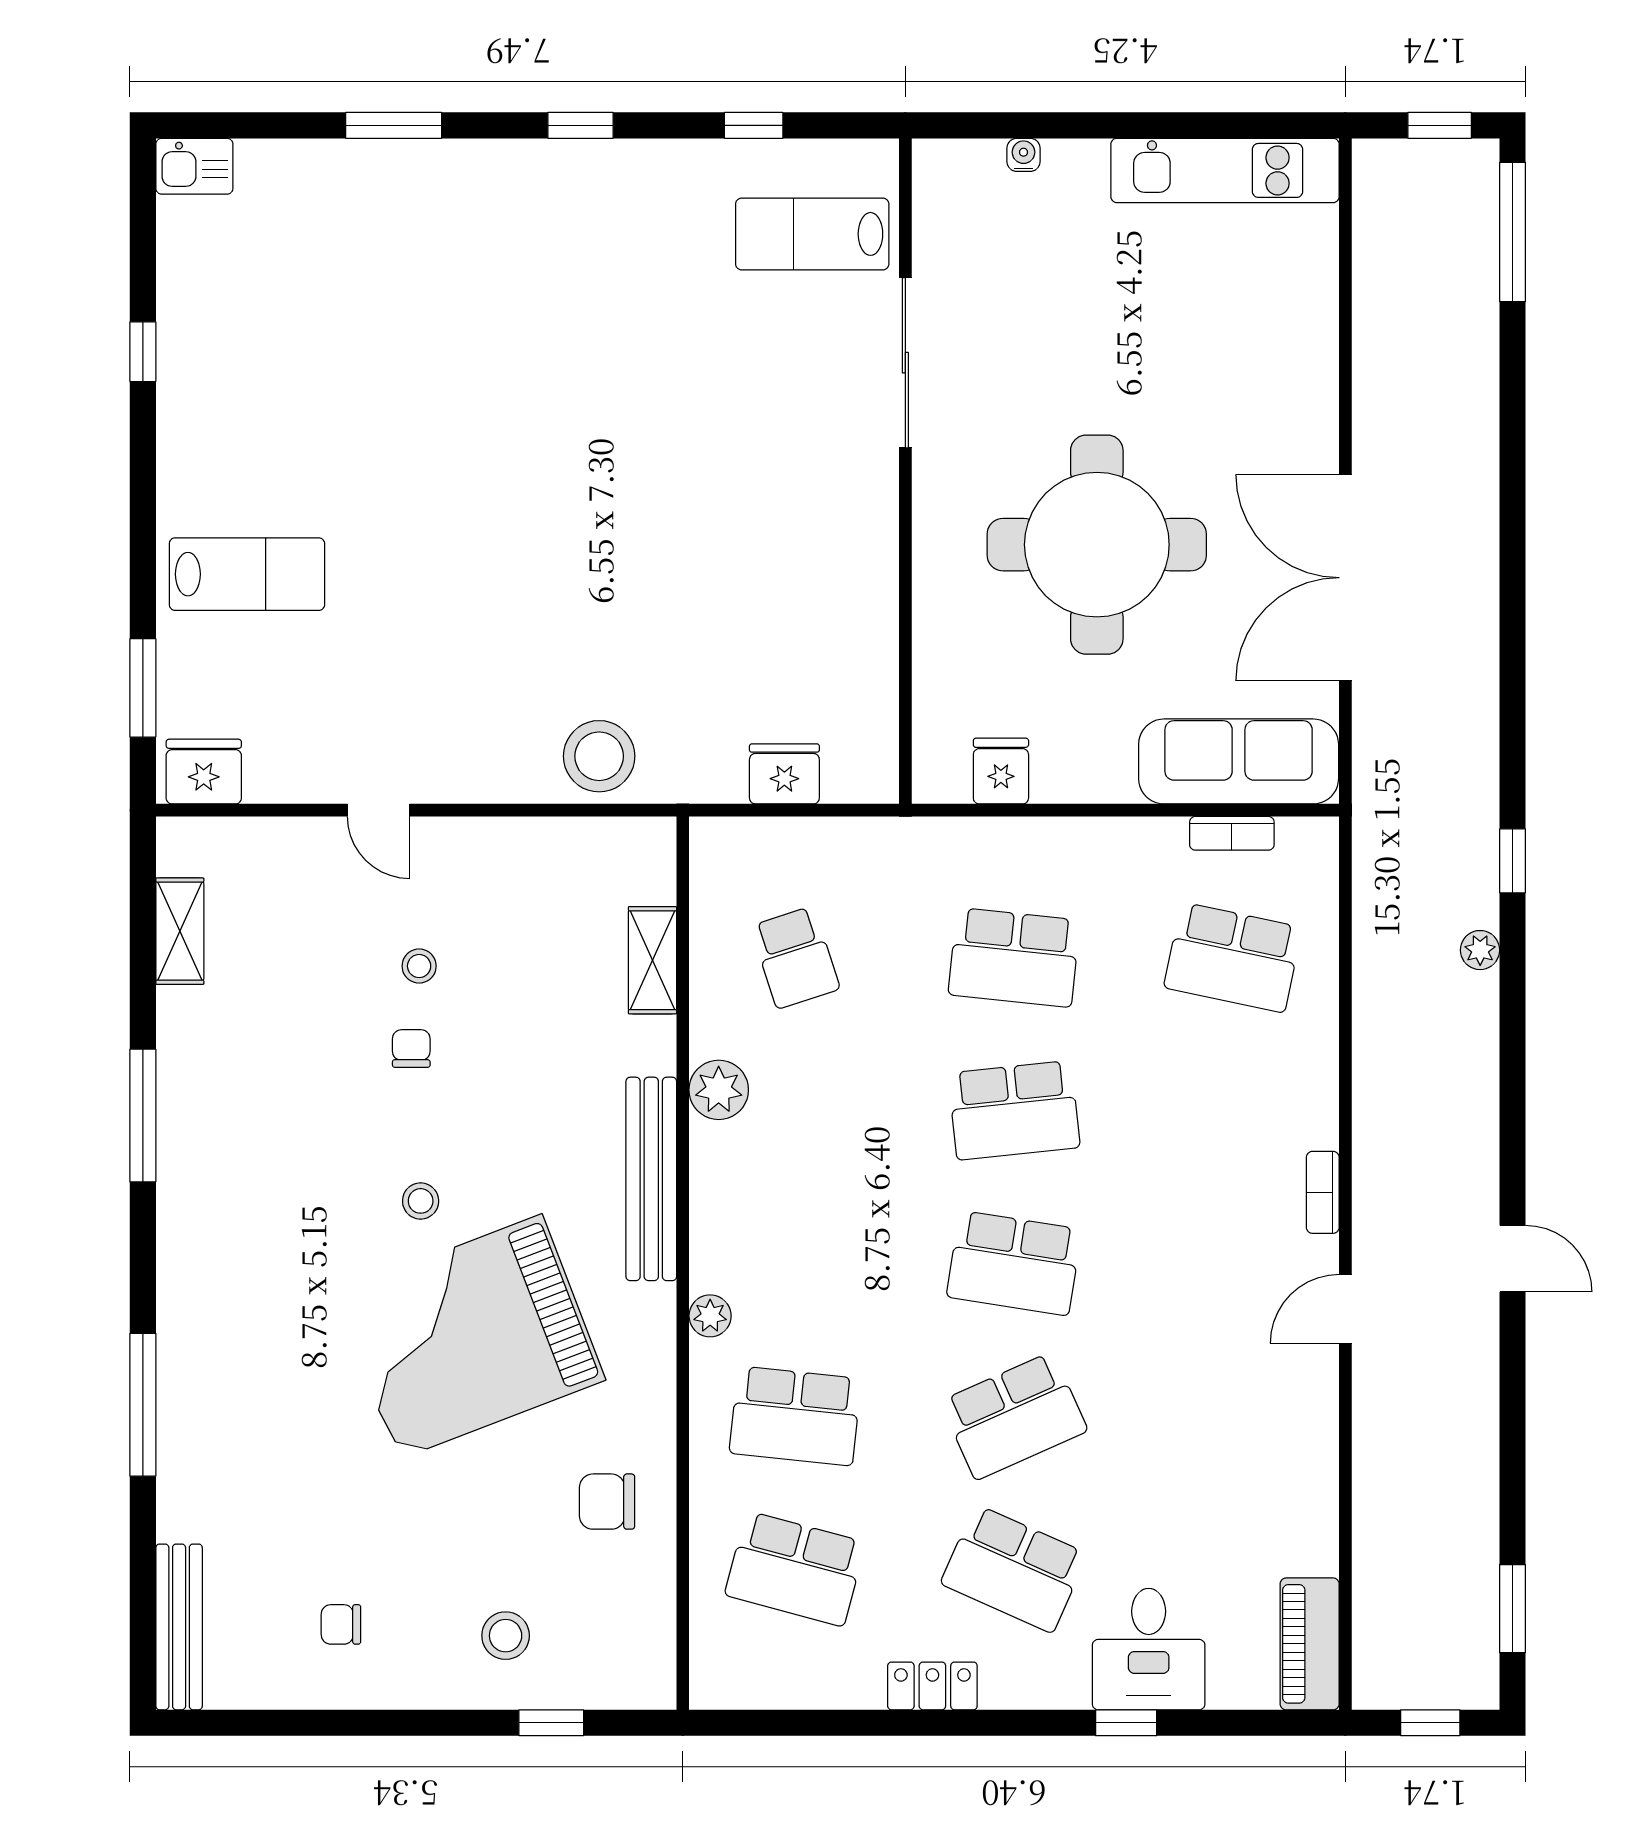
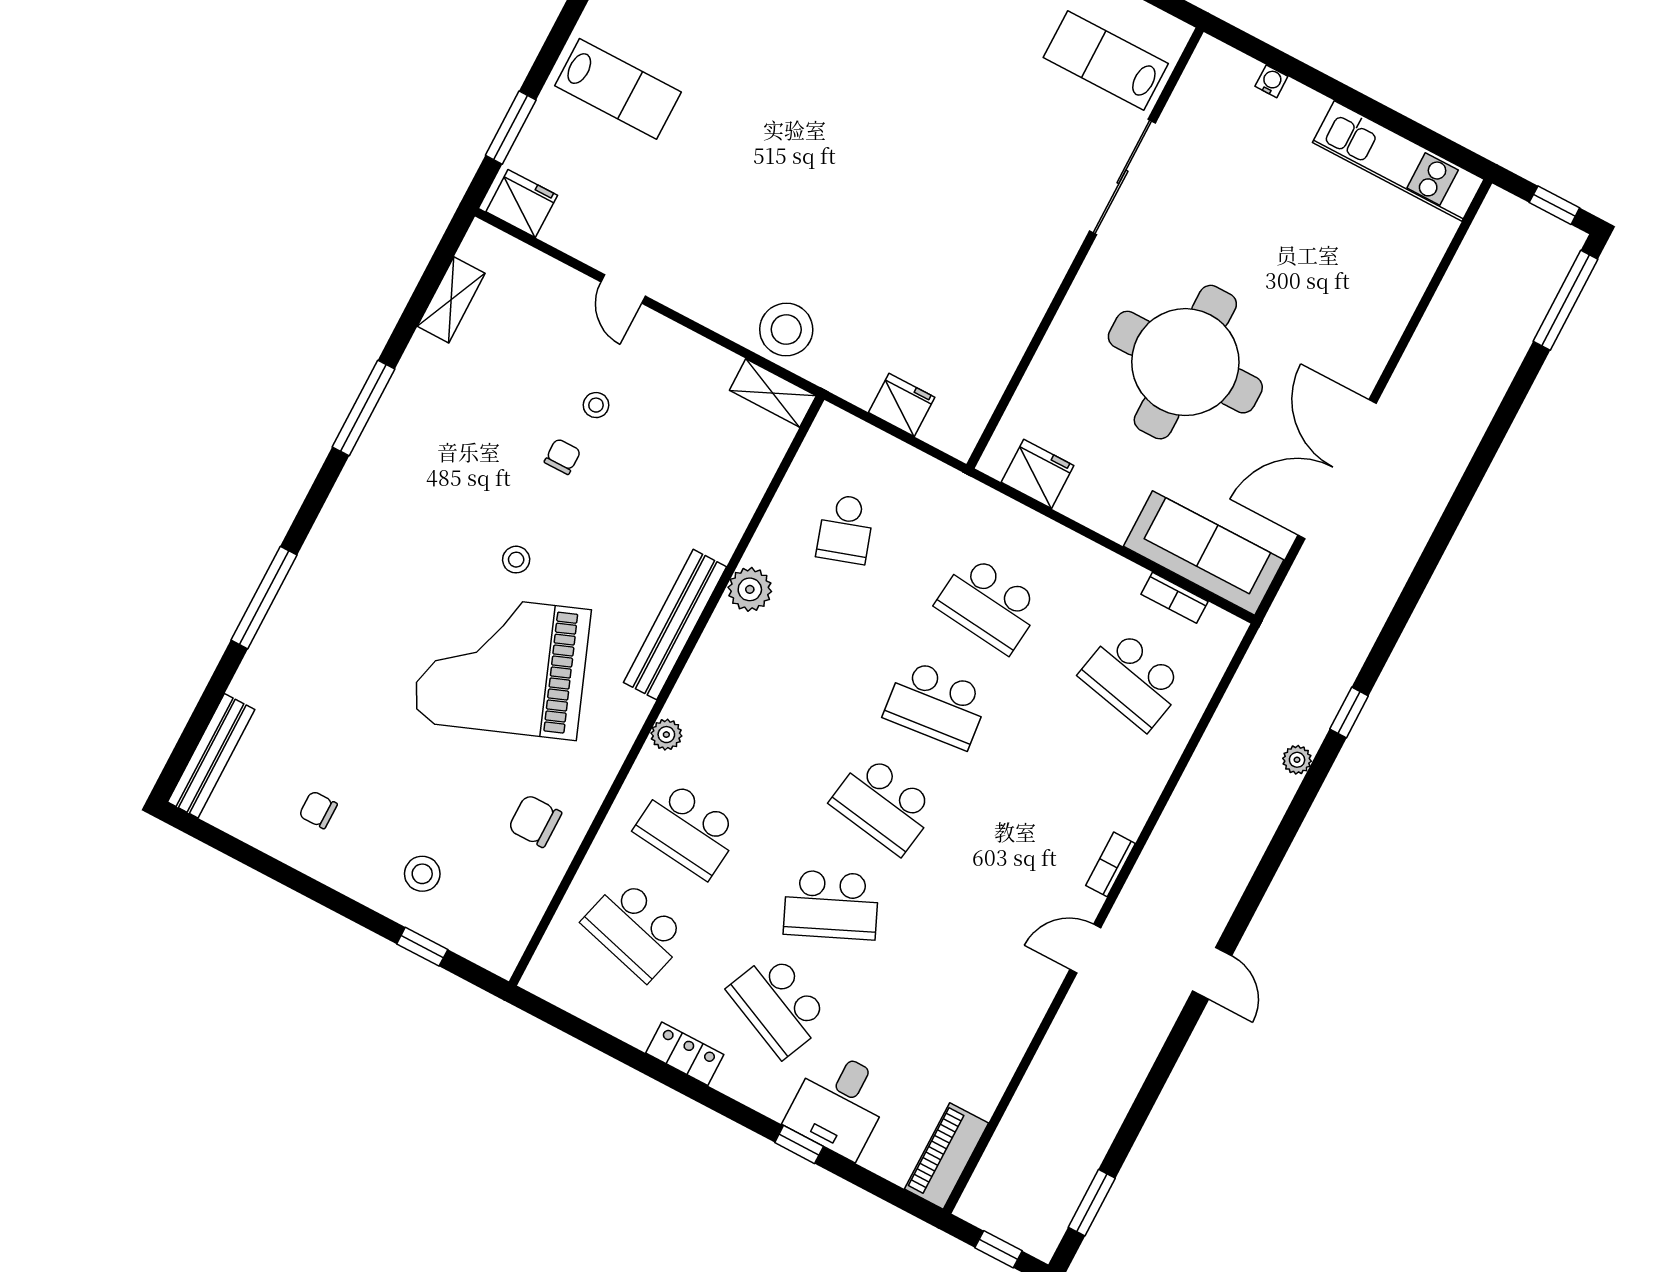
fridge: (1001, 771) -> (1038, 474), width x1.38
shelving: (652, 960) -> (773, 393), moved, turned 90

